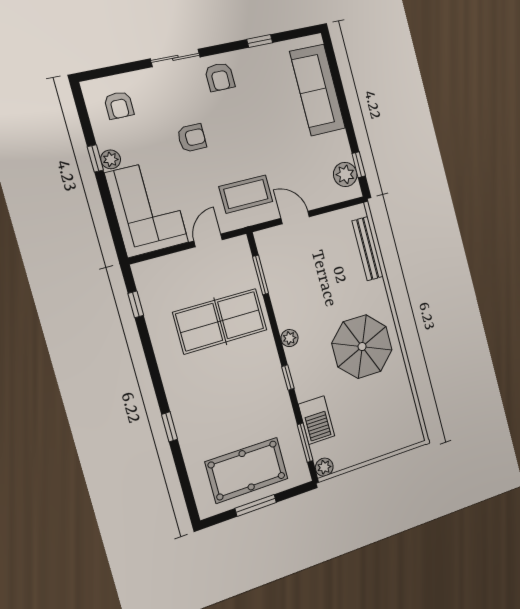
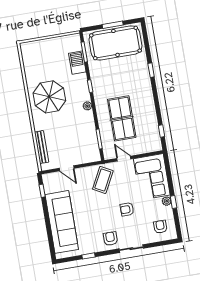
sofa: (318, 90) -> (62, 222), width x1.36, depth x1.27
plant: (345, 174) -> (50, 186), removed
coffee table: (246, 194) -> (103, 180), turned -62
door: (295, 218) -> (67, 168), moved
door: (208, 240) -> (124, 159), swing flipped
table tennis table: (220, 321) -> (122, 118), turned 90
plant: (324, 467) -> (76, 38), removed
pool table: (247, 470) -> (115, 43), width x1.36, depth x1.32

